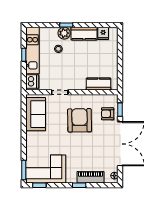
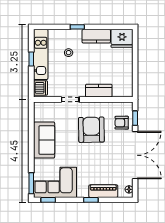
plant: (64, 33) -> (75, 36), removed
fridge: (103, 33) -> (122, 38), width x1.88, depth x1.34
kitchen counter: (99, 84) -> (99, 91), moved
sofa: (36, 114) -> (44, 140), moved

